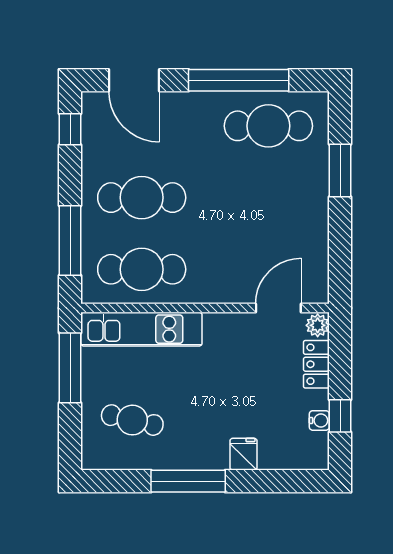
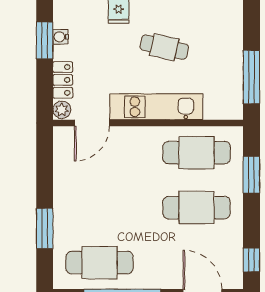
window: (70, 241) -> (251, 175), width x0.69
kitchen unit: (141, 329) -> (156, 107), moved
window: (340, 416) -> (45, 40), width x1.50
cafe table: (132, 420) -> (164, 47), moved

